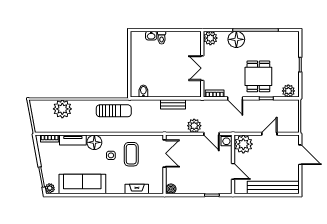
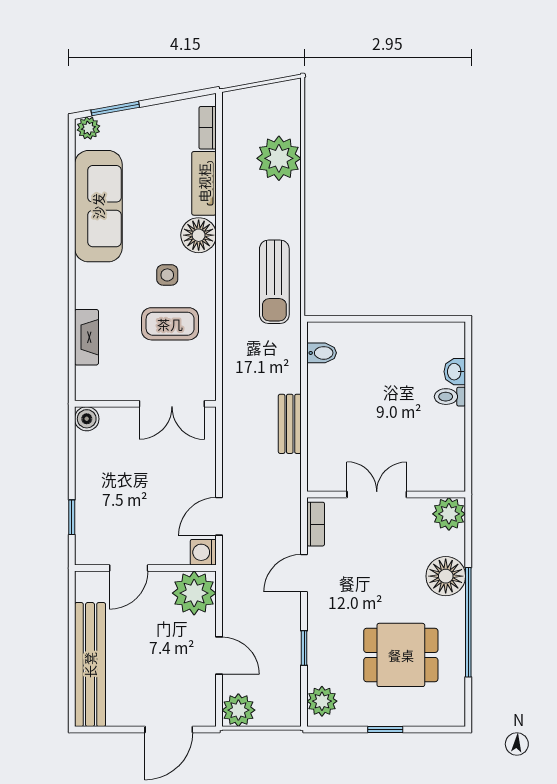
dining table: (258, 76) -> (401, 655), moved
plant: (194, 126) -> (238, 710), moved

